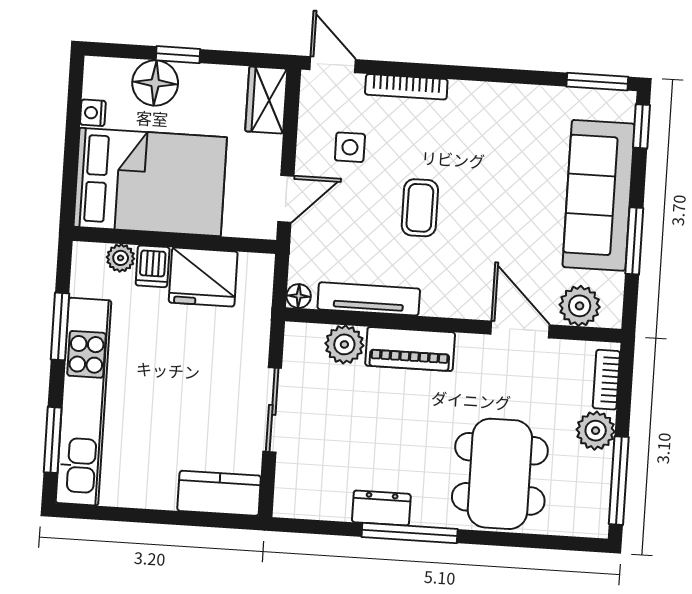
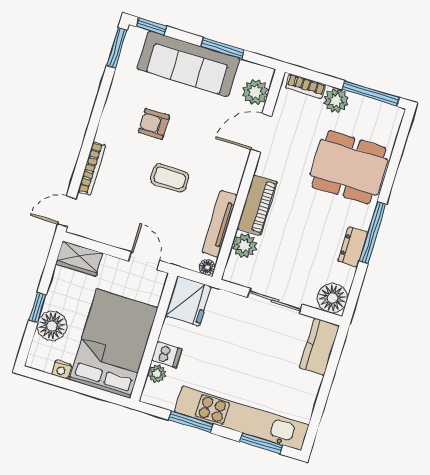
side table: (350, 147) -> (121, 213), removed
armchair: (496, 165) -> (154, 124), added
fridge: (203, 277) -> (188, 301), moved
floor lamp: (297, 495) -> (332, 298), added

